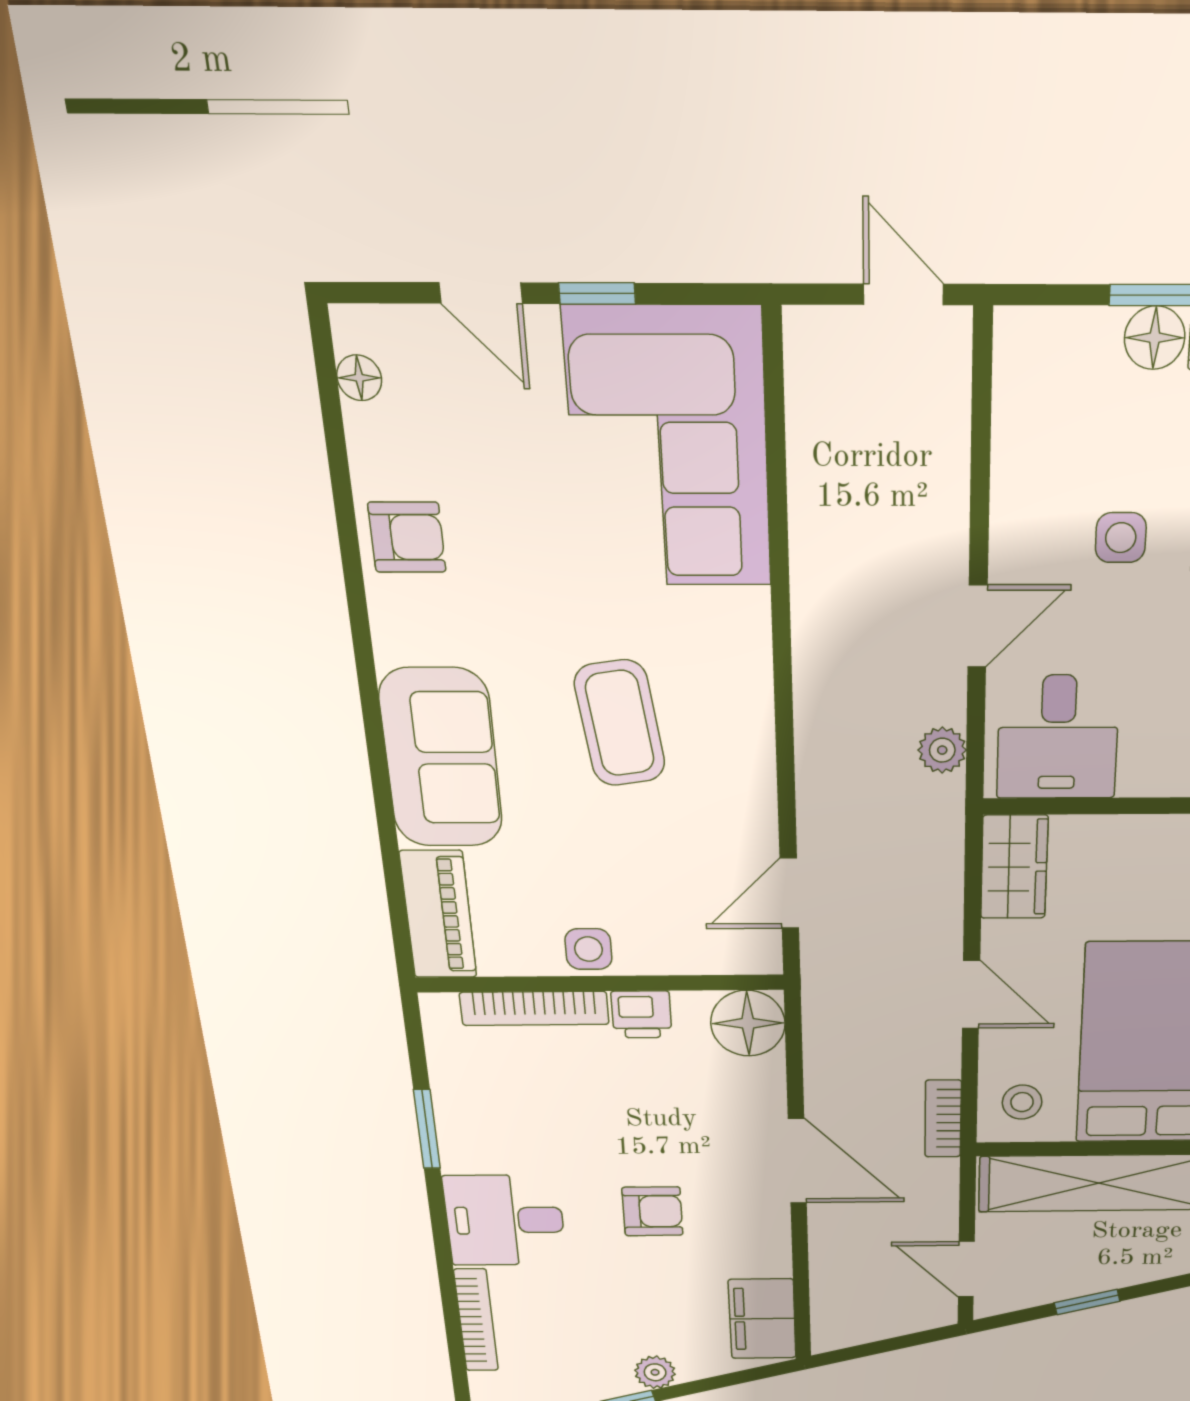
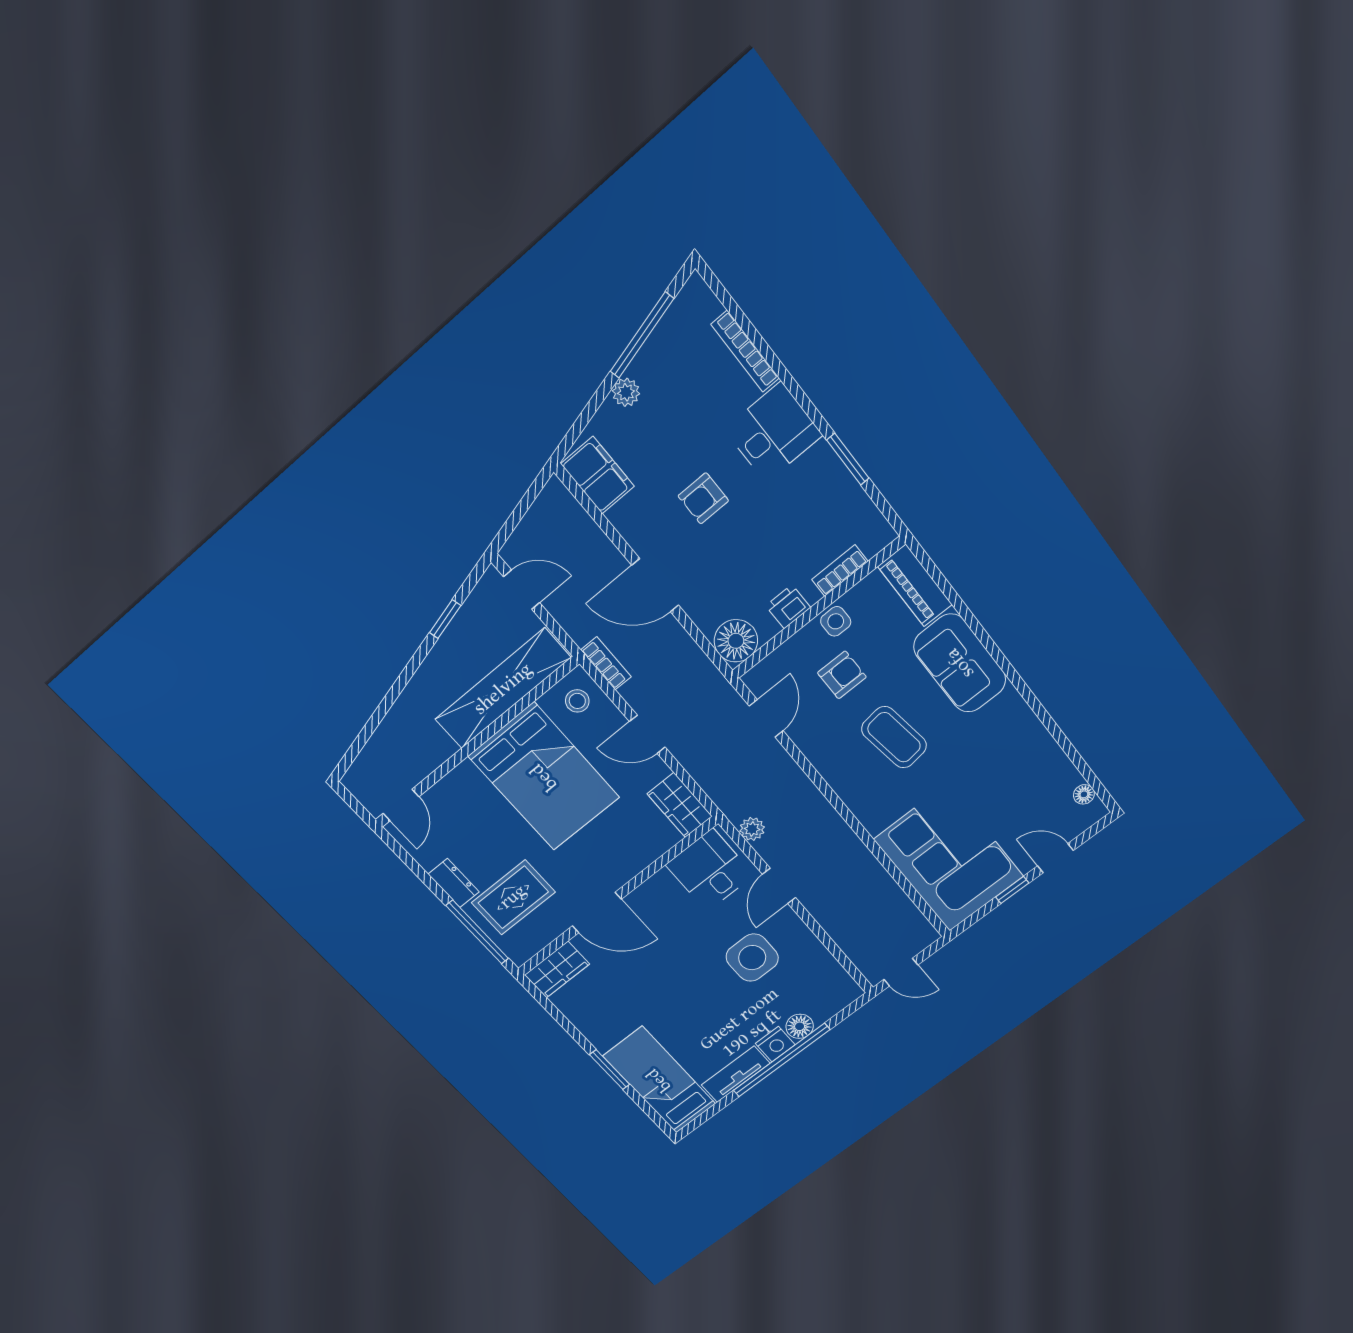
armchair: (407, 537) -> (842, 675), moved, turned 180
side table: (1121, 538) -> (752, 958), width x1.87, depth x1.87
bookcase: (534, 1008) -> (840, 570), width x0.64

